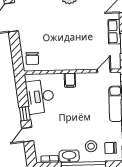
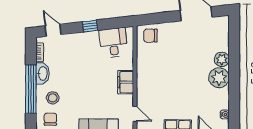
filing cabinet: (70, 80) -> (126, 82), width x2.00
desk: (40, 97) -> (113, 43), width x0.73
door: (28, 135) -> (53, 30), moved

